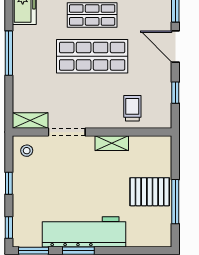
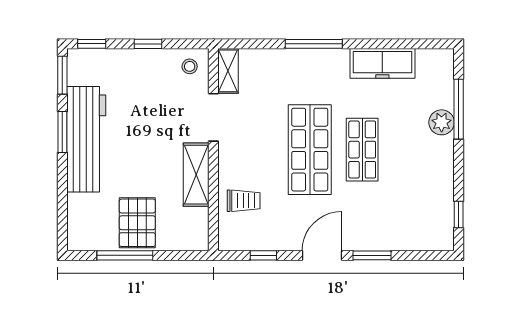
shelving: (112, 143) -> (196, 175), width x1.50, depth x1.33

